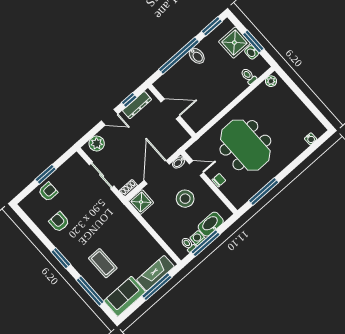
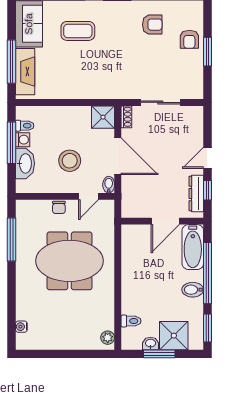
bathtub: (171, 78) -> (193, 247), added
plant: (97, 144) -> (194, 124), removed

